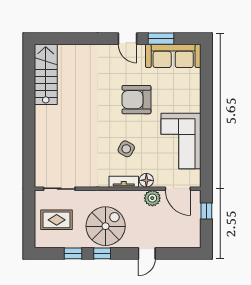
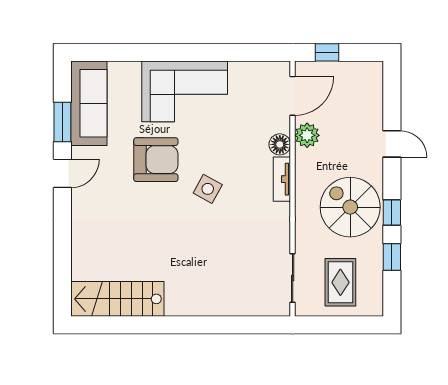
armchair: (136, 100) -> (156, 160), turned -90
corner sofa: (181, 141) -> (185, 91), moved
side table: (126, 149) -> (208, 189), moved

